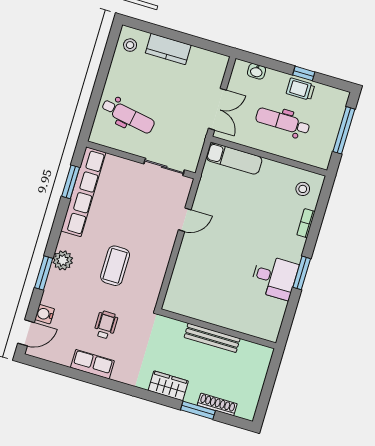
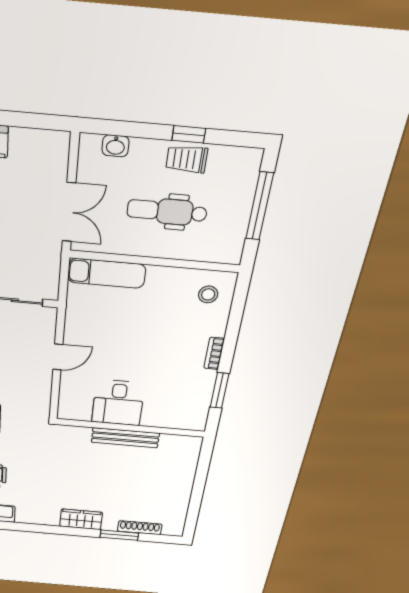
bookcase: (306, 223) -> (214, 353), moved
desk: (274, 277) -> (118, 403), moved, turned 90
wall: (218, 329) -> (130, 428), moved
bench: (212, 338) -> (125, 438), moved

